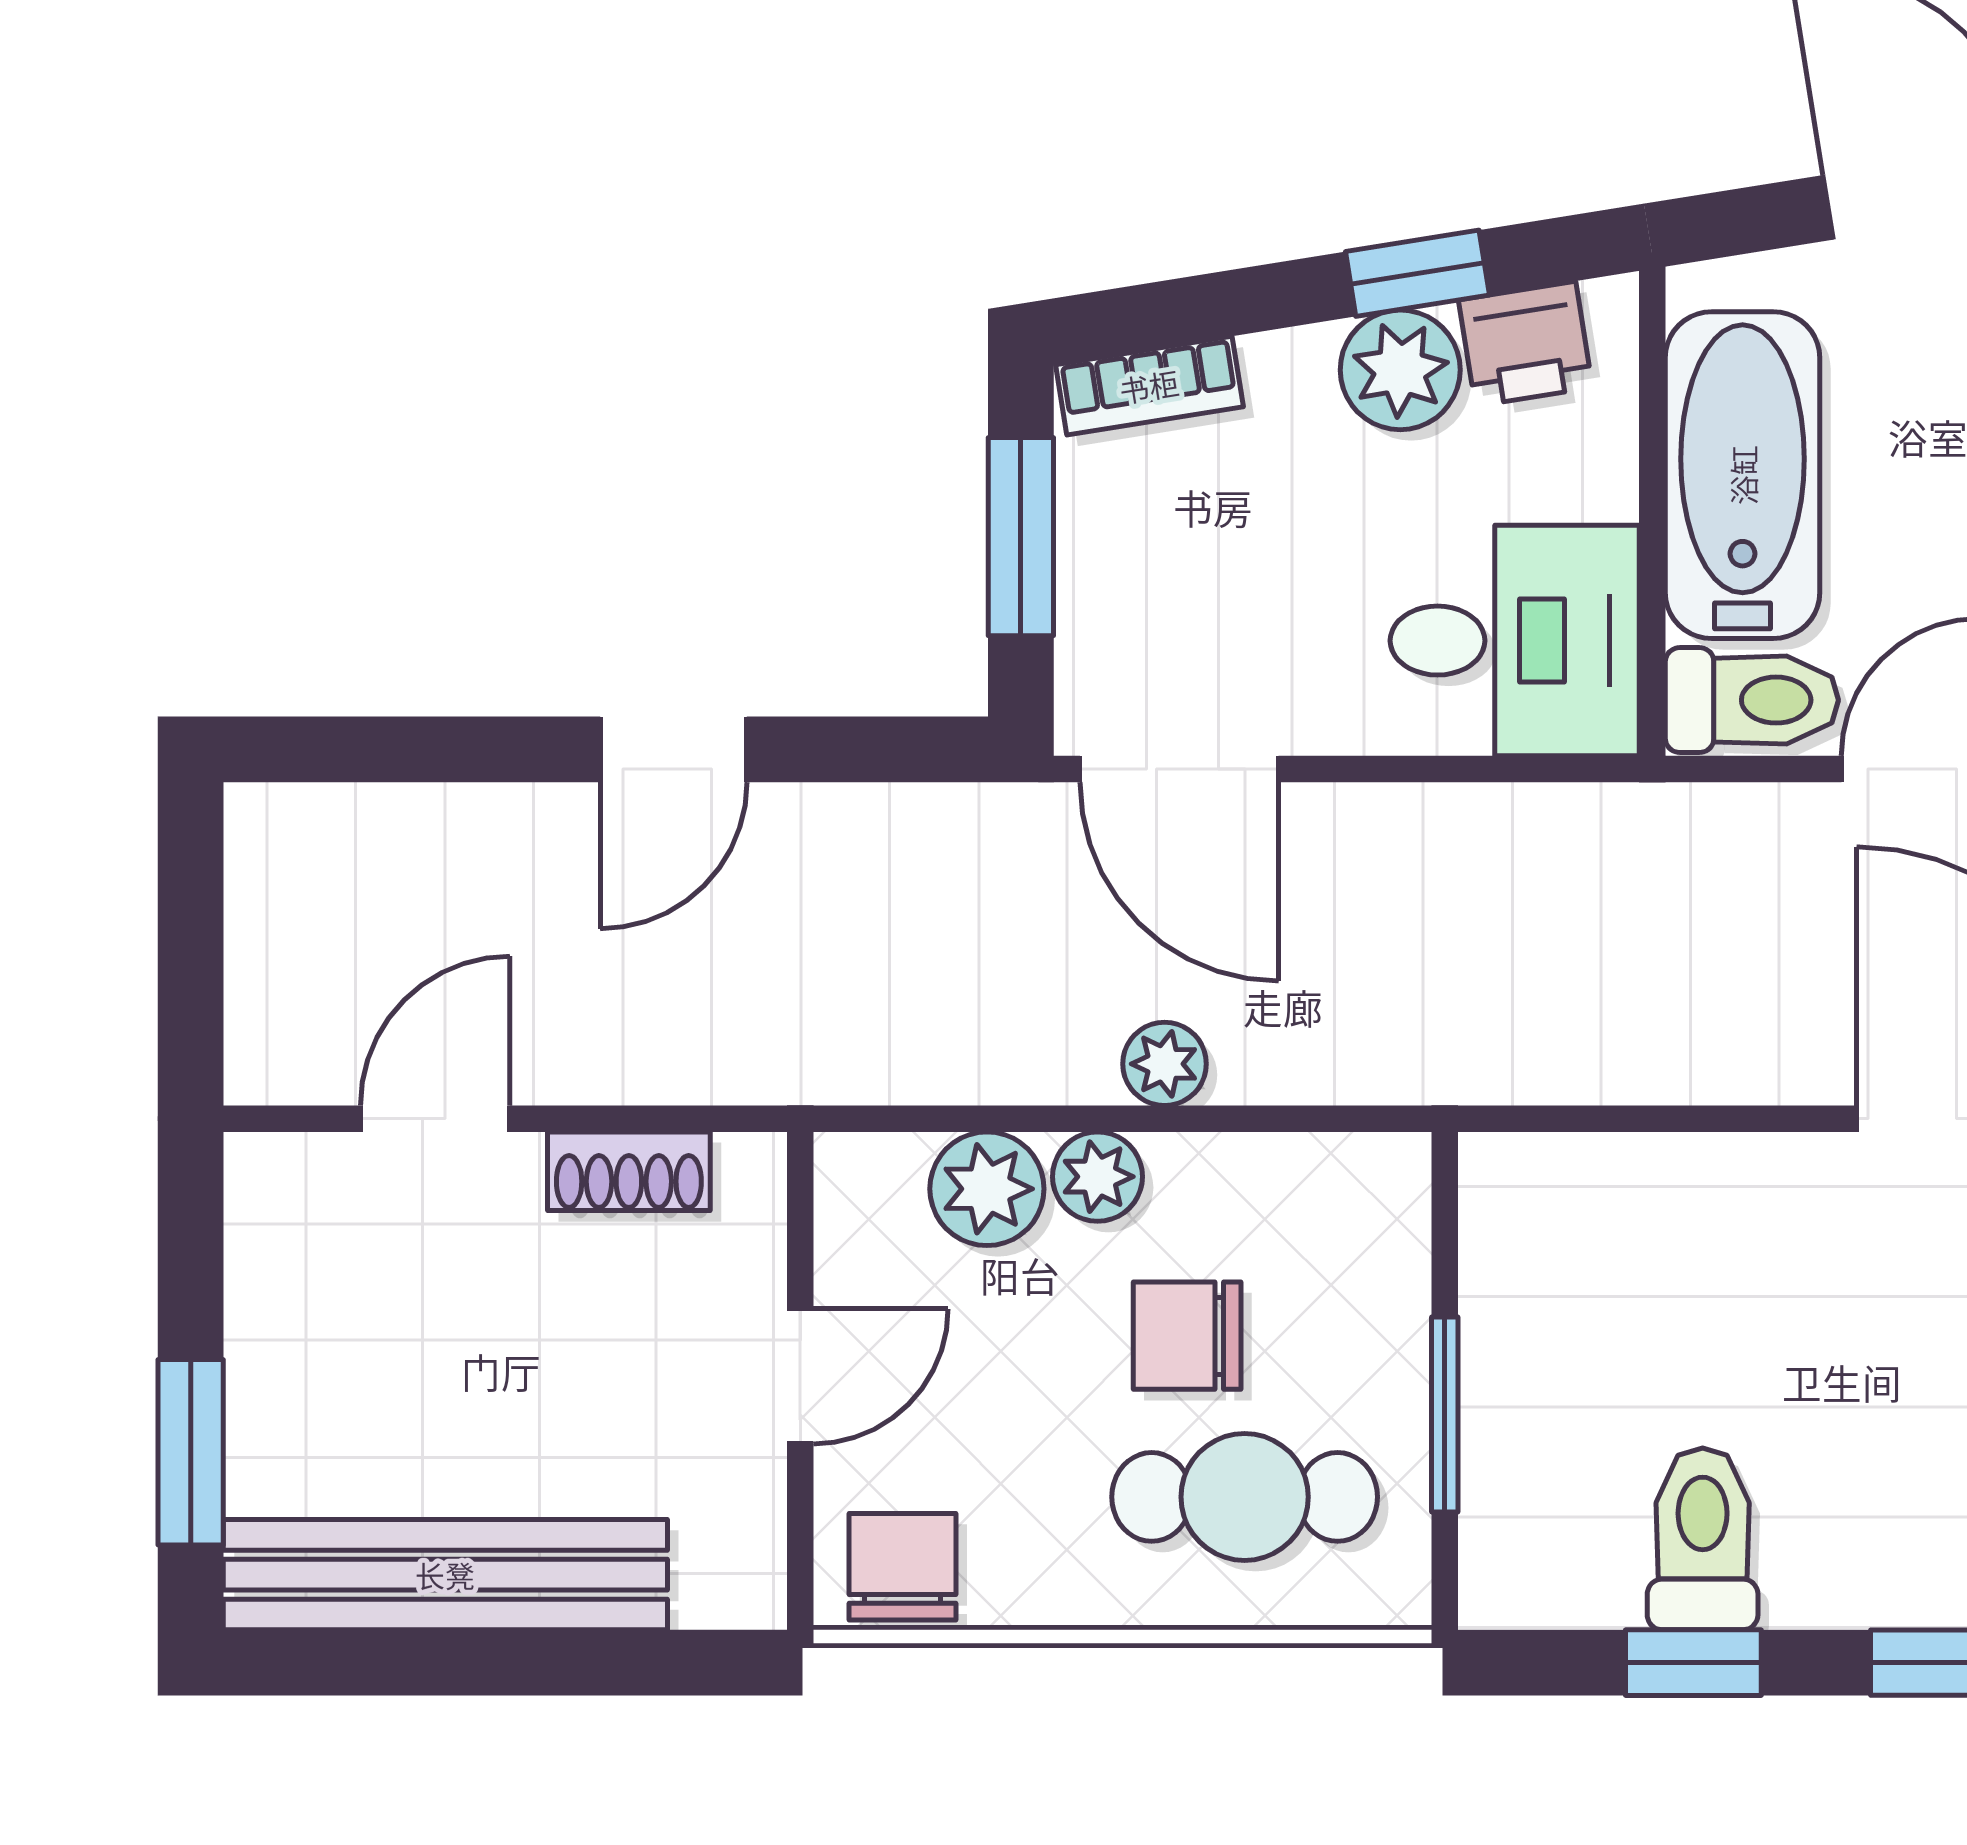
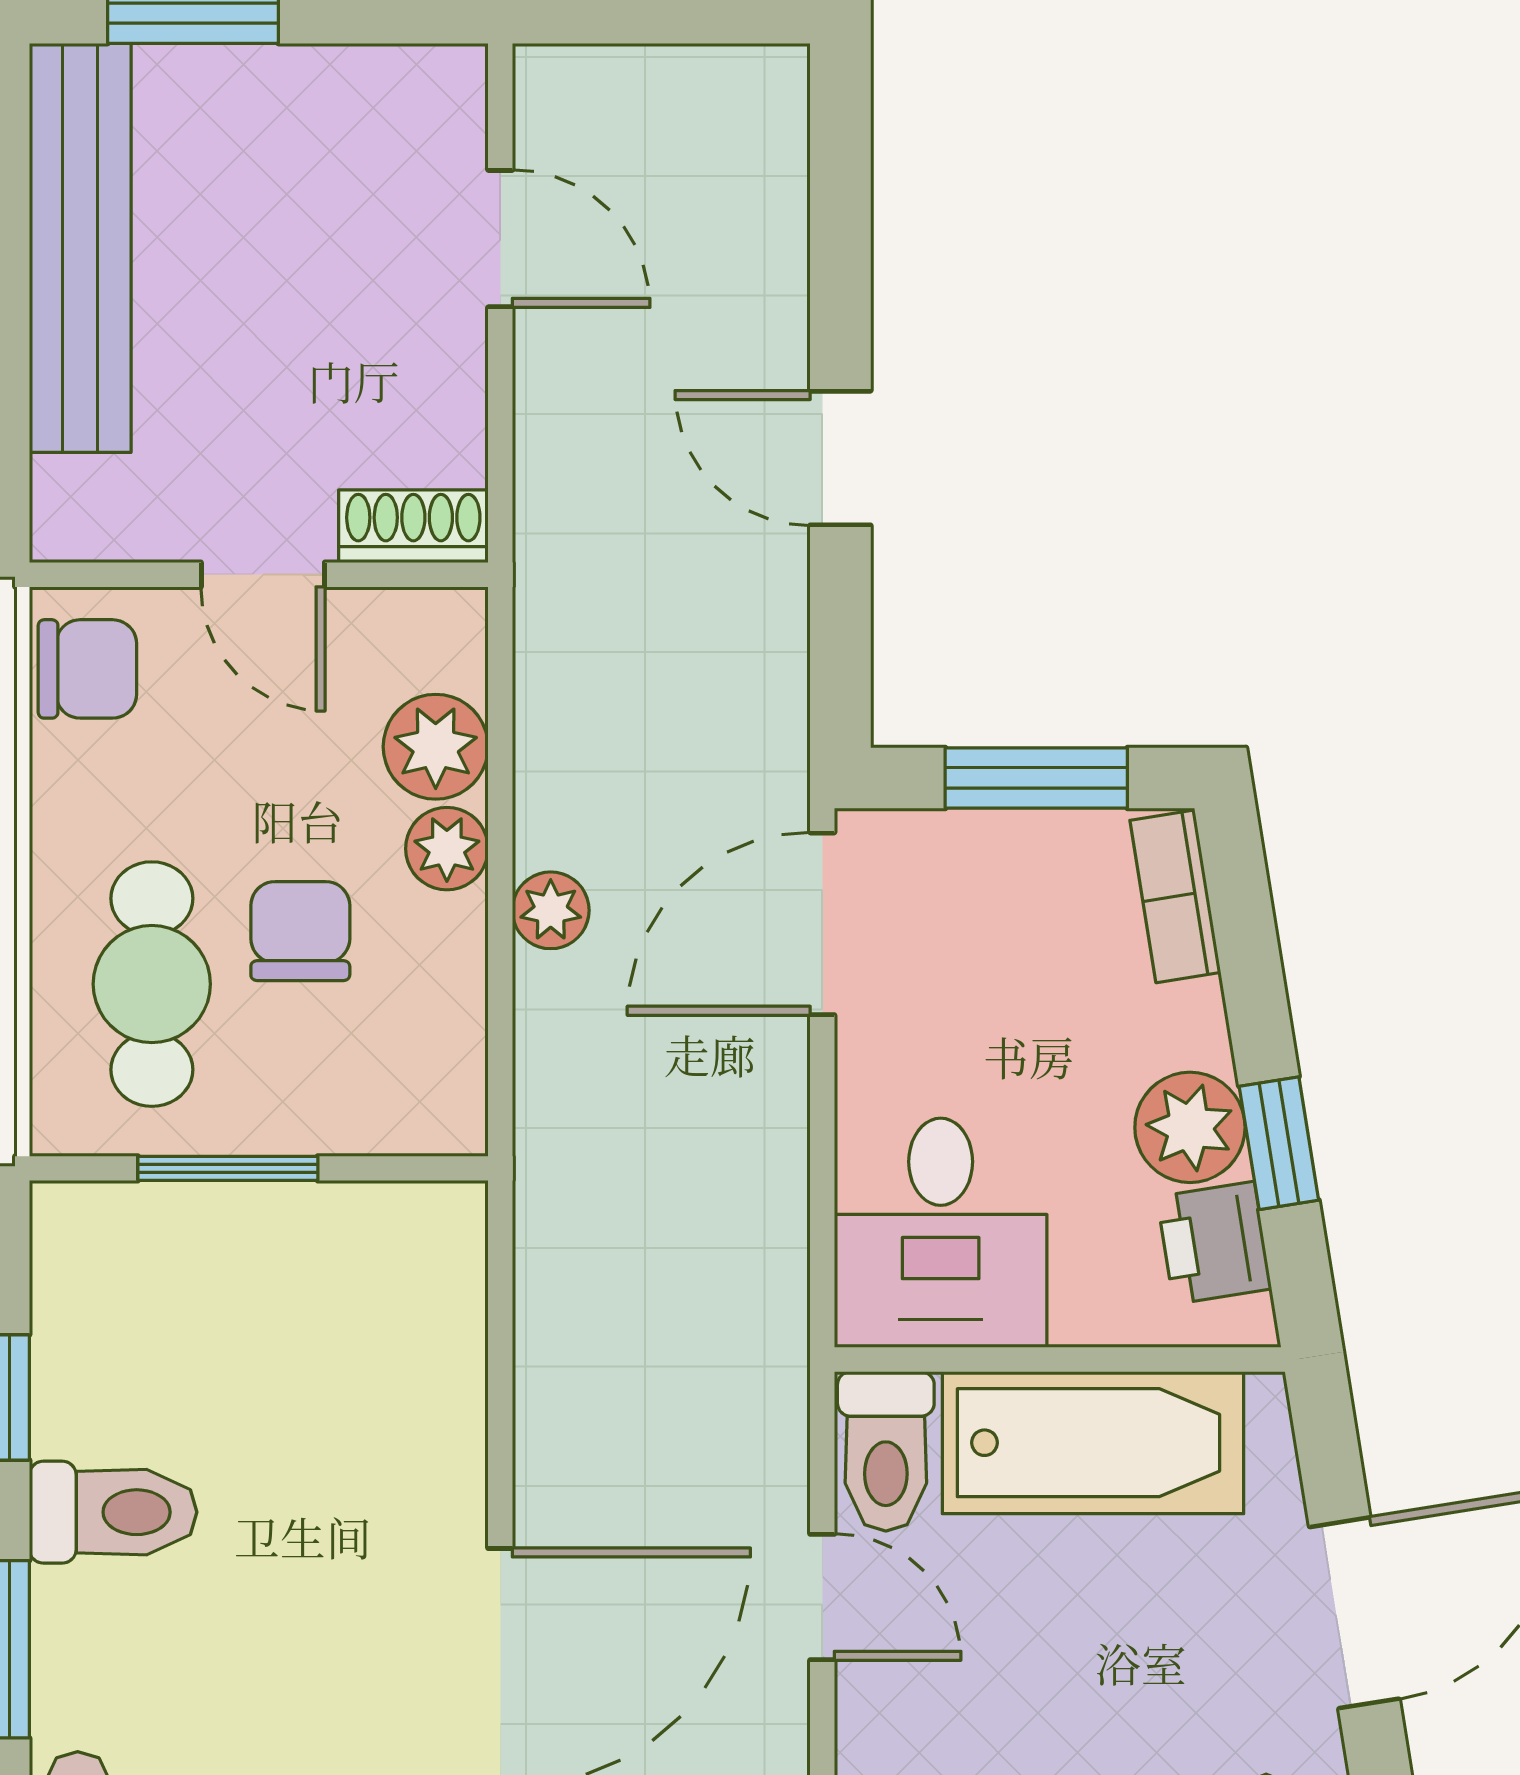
shoe rack: (629, 1171) -> (413, 526), moved, turned 90
toilet: (1703, 1539) -> (113, 1512), moved

